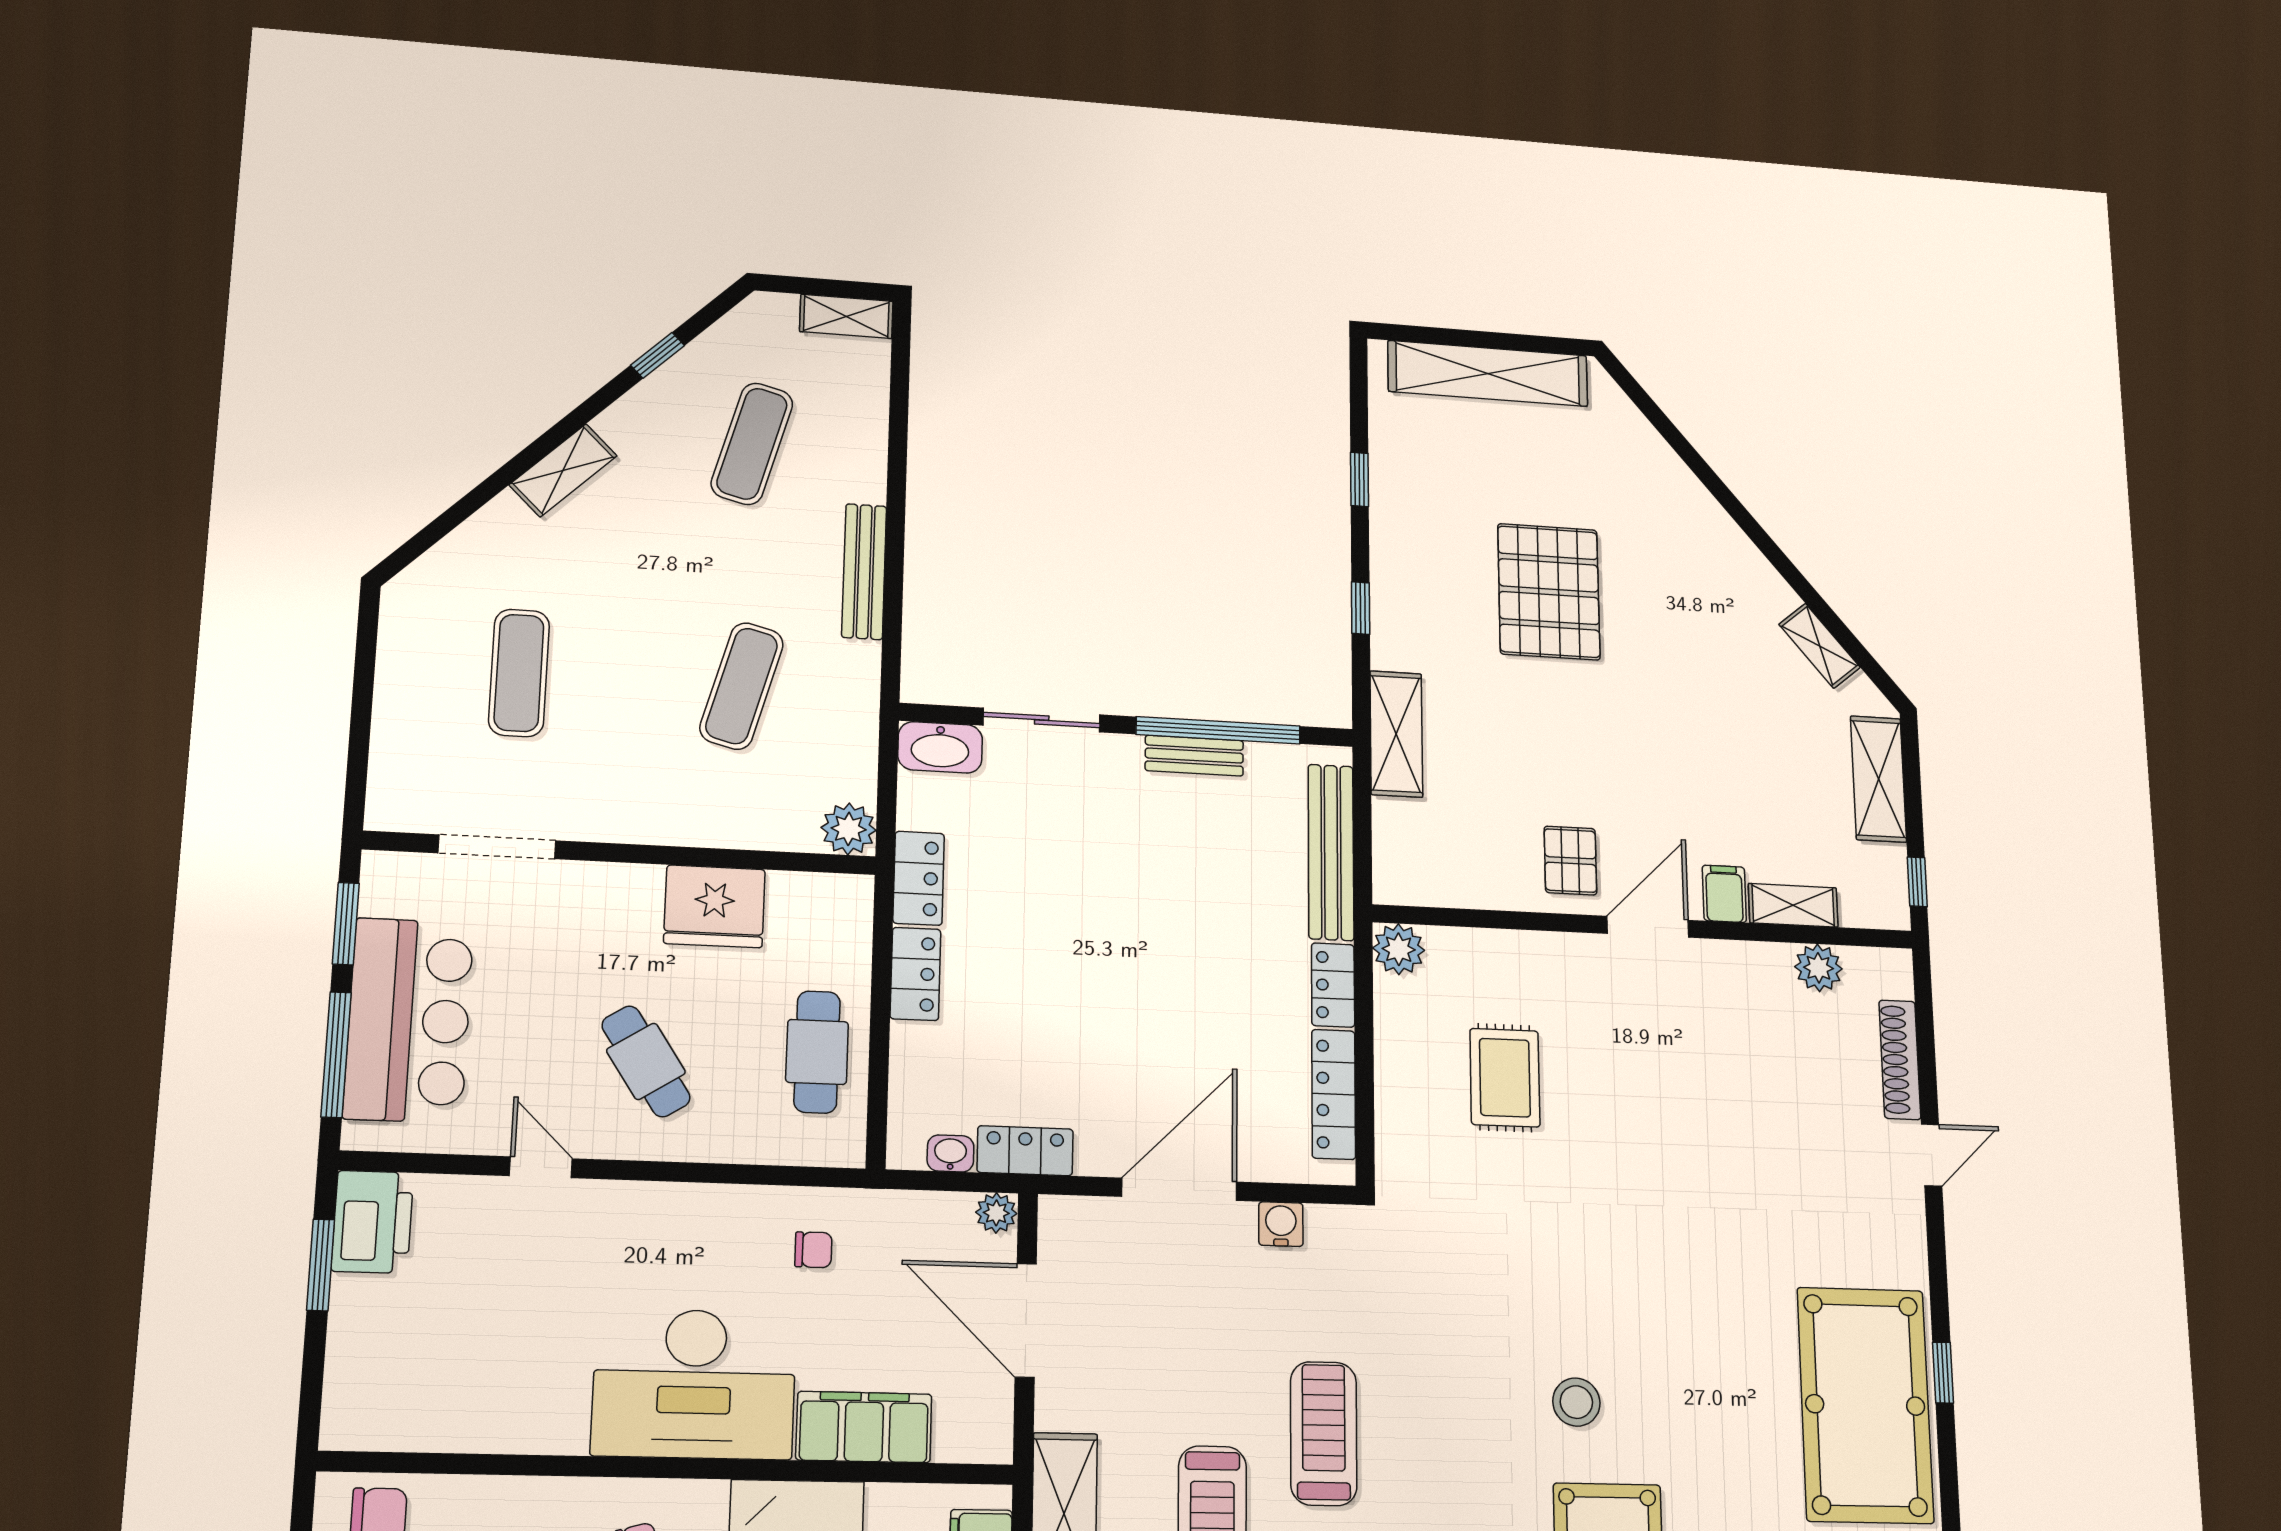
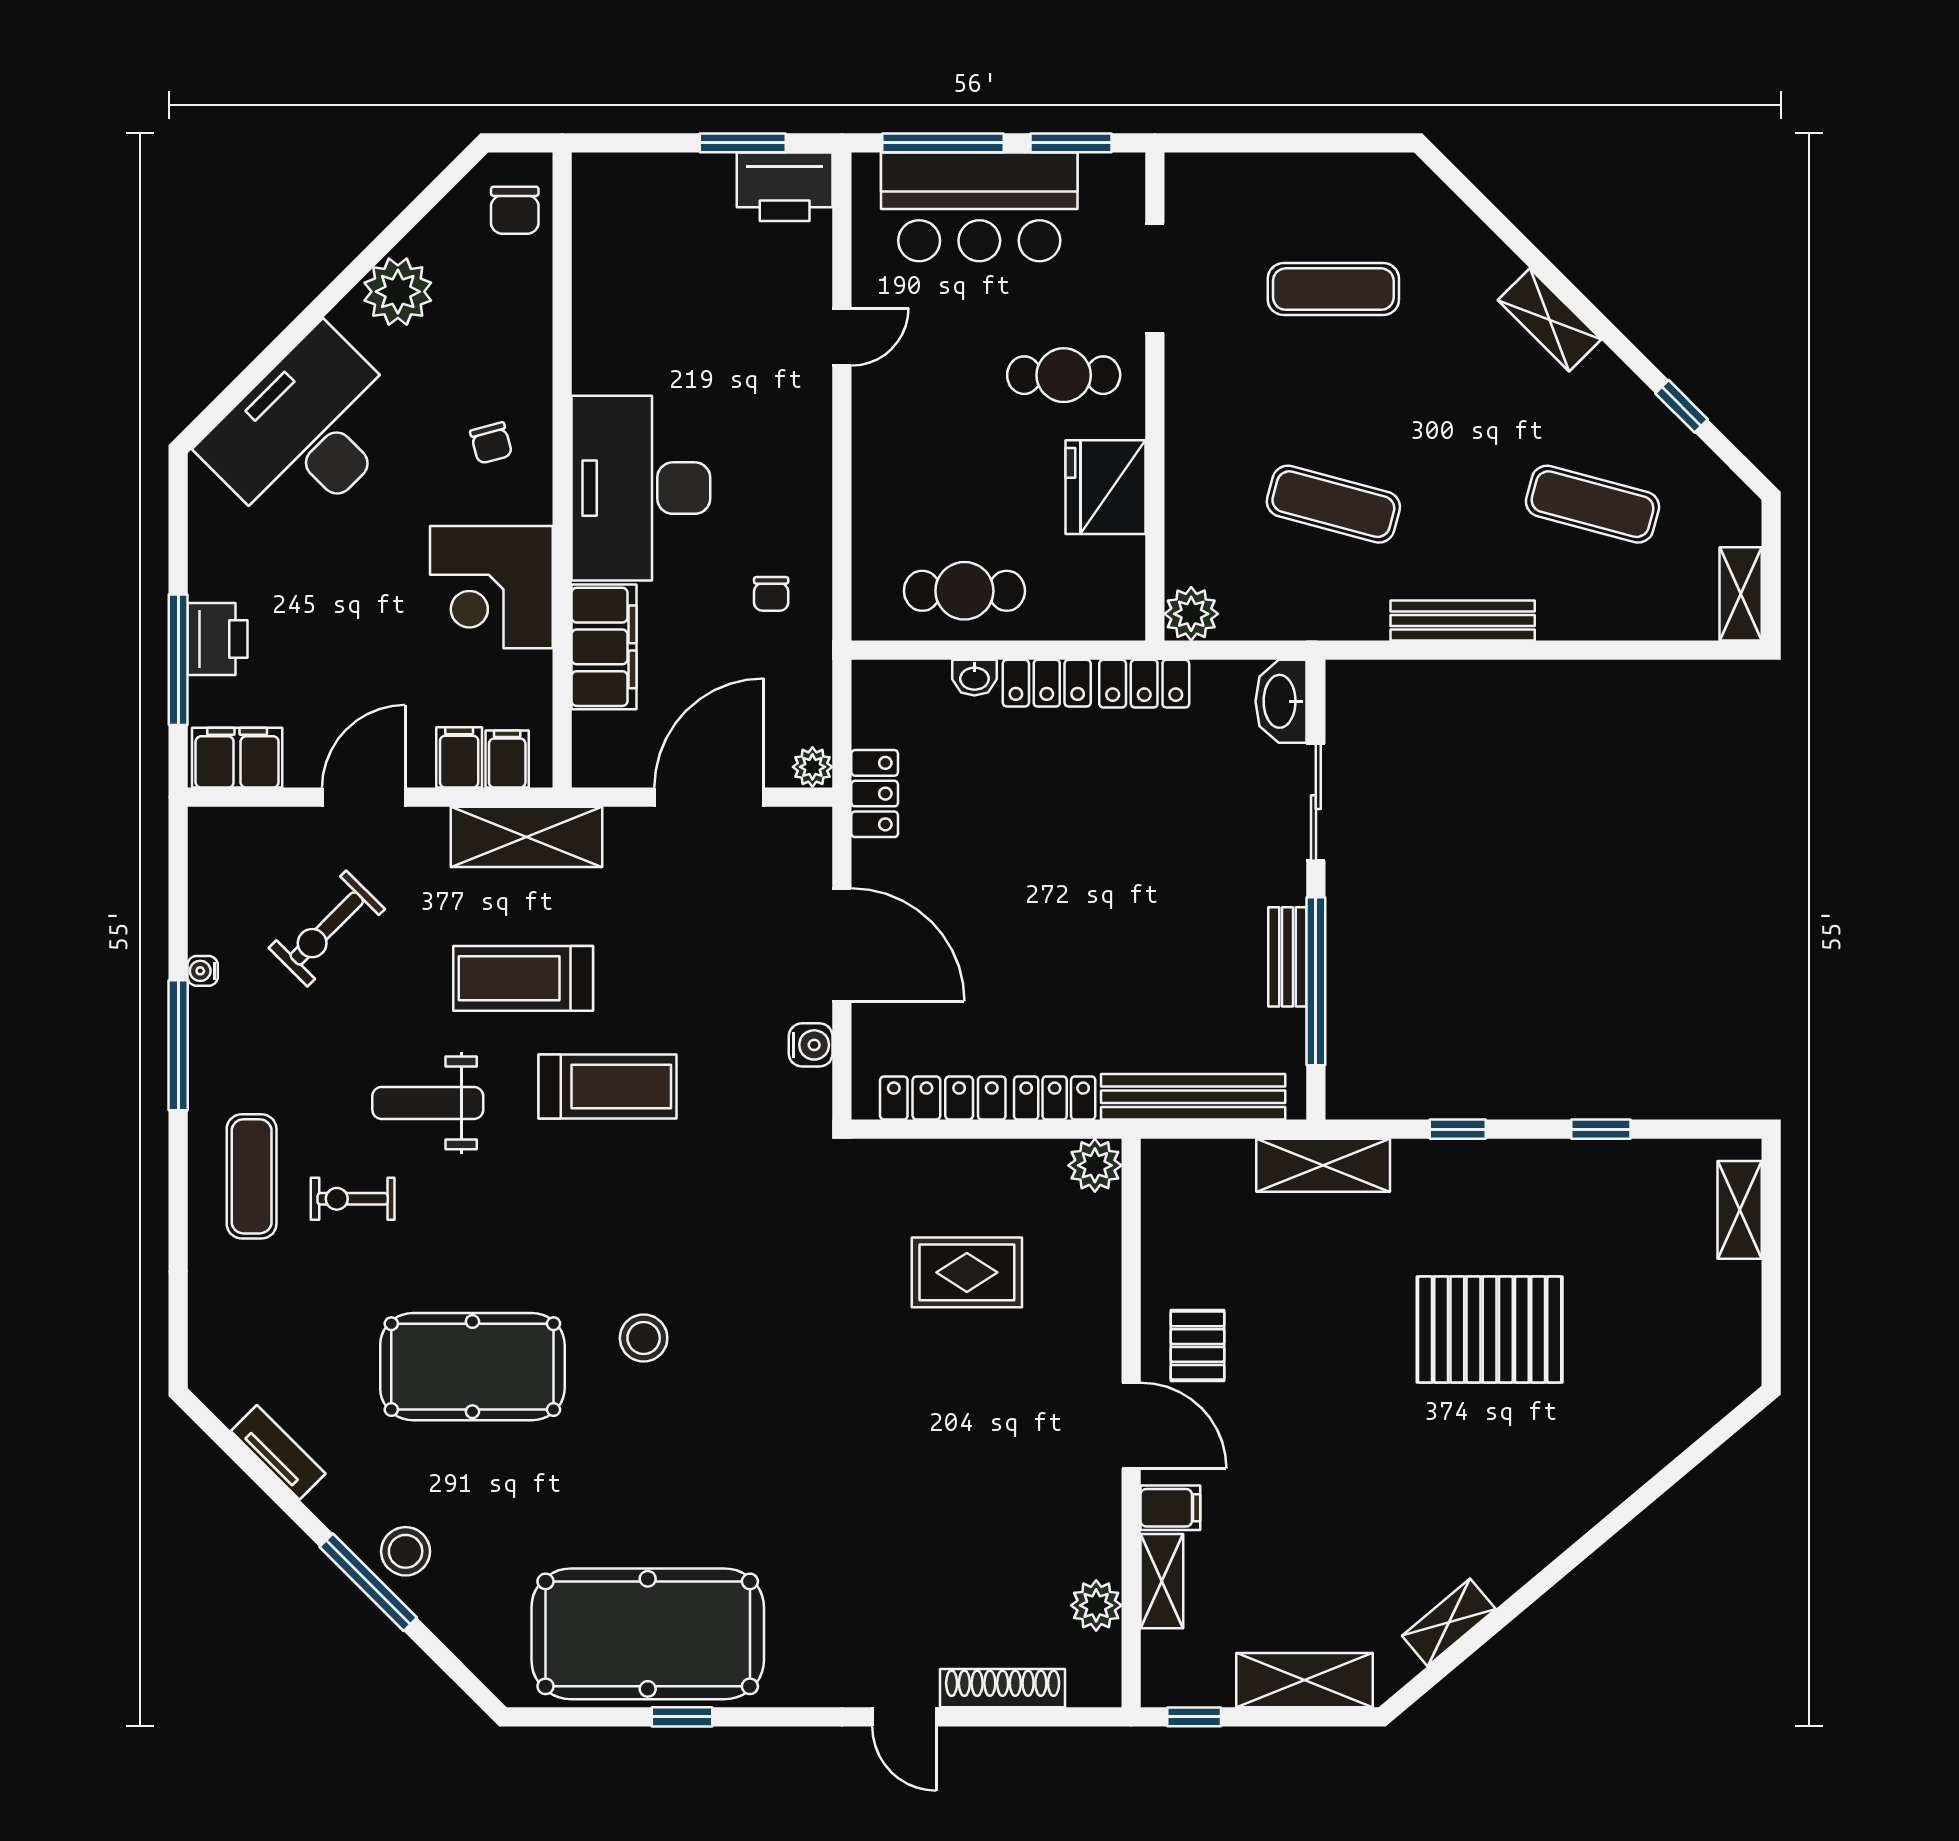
shelving: (1488, 373) -> (1740, 1210), width x0.45, depth x0.75
pallet: (1570, 861) -> (1197, 1346), turned 90
cafe table: (646, 1061) -> (1064, 375), moved, turned 33
washbasin: (950, 1153) -> (974, 678), moved, turned 90

